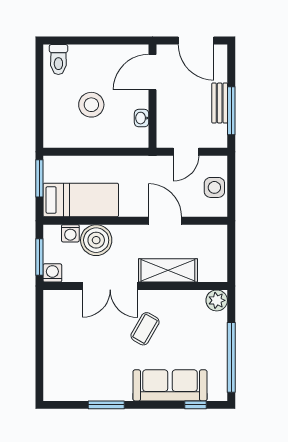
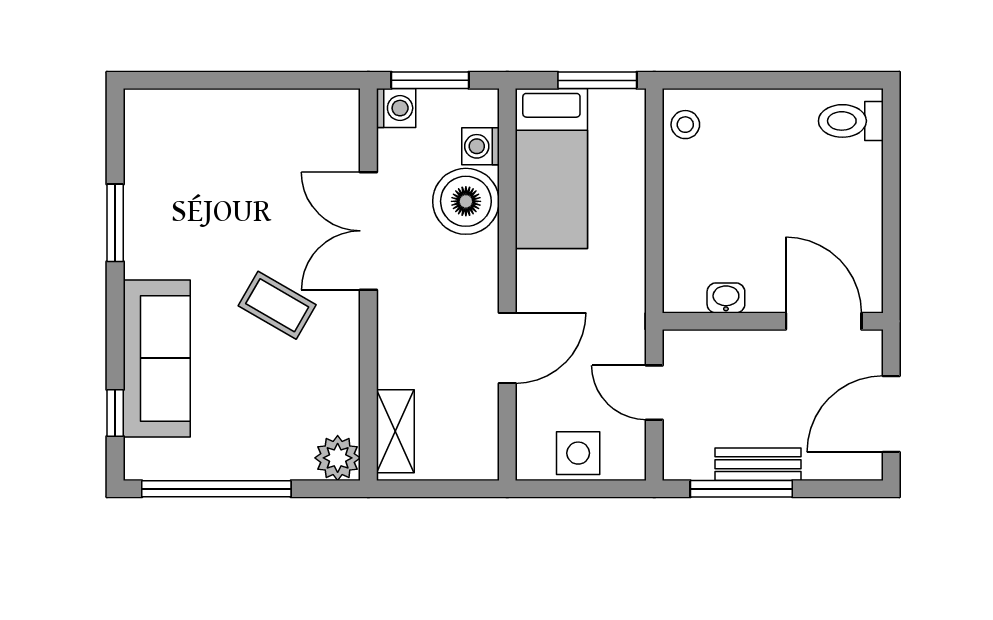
stool: (91, 105) -> (685, 125), moved, width x0.53, depth x0.53
shelving: (168, 270) -> (395, 431), moved, width x0.67, depth x0.75

